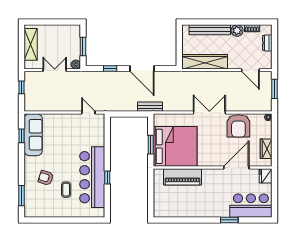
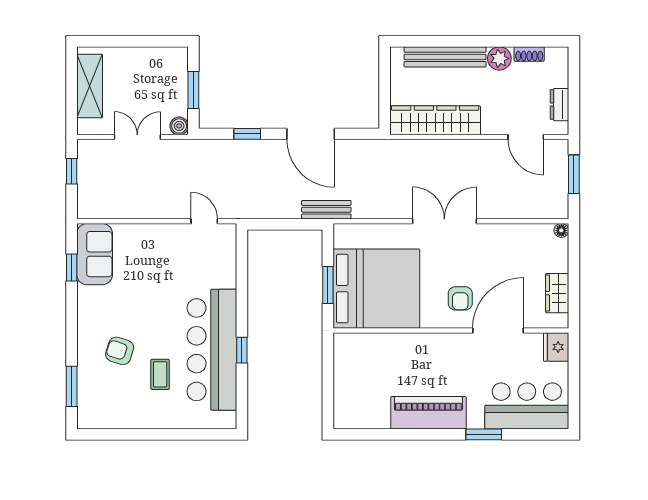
dresser: (267, 43) -> (559, 105), moved
armchair: (238, 126) -> (460, 298), moved, width x0.53, depth x0.53
sofa: (33, 135) -> (95, 254), width x0.73
piano: (182, 177) -> (428, 413), moved, turned 180

